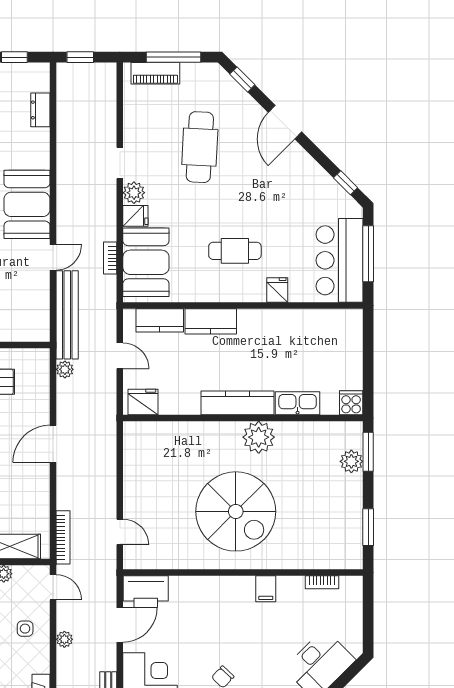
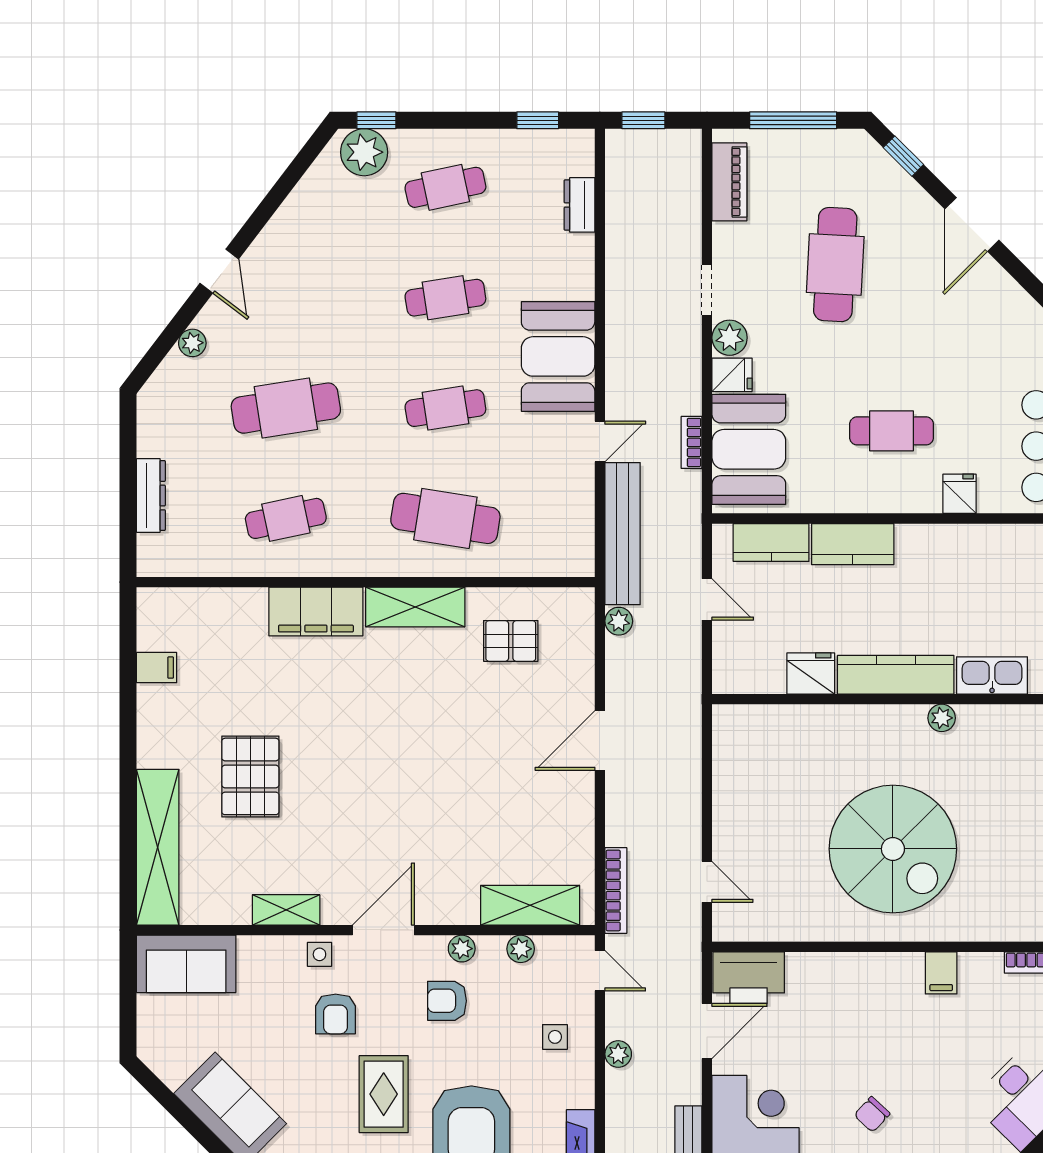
piano: (155, 73) -> (729, 182), moved, turned -90
fridge: (143, 402) -> (811, 674), moved
plant: (259, 437) -> (942, 718), width x0.53, depth x0.53

